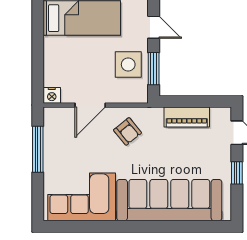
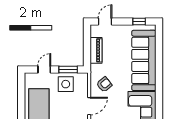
door: (90, 105) -> (89, 106), hinge flipped
window: (237, 173) -> (139, 21), moved

